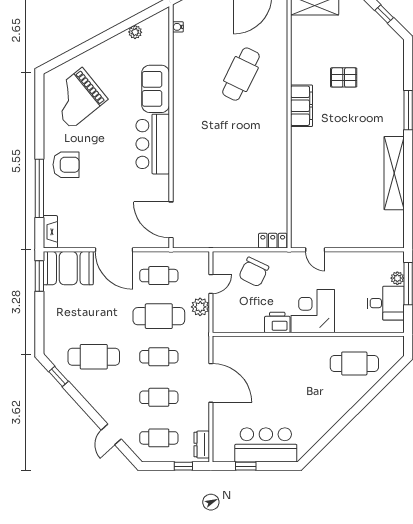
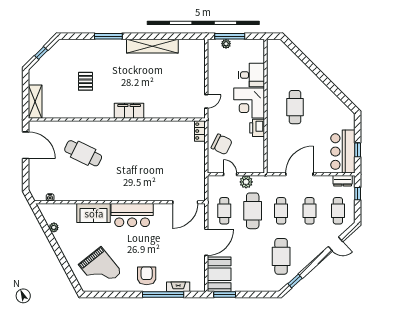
filing cabinet: (302, 106) -> (129, 111), moved
fireplace: (50, 232) -> (178, 287), moved
desk: (386, 303) -> (251, 75), moved, turned 90
cafe table: (354, 363) -> (295, 107), moved
bar counter: (266, 445) -> (343, 152), moved

